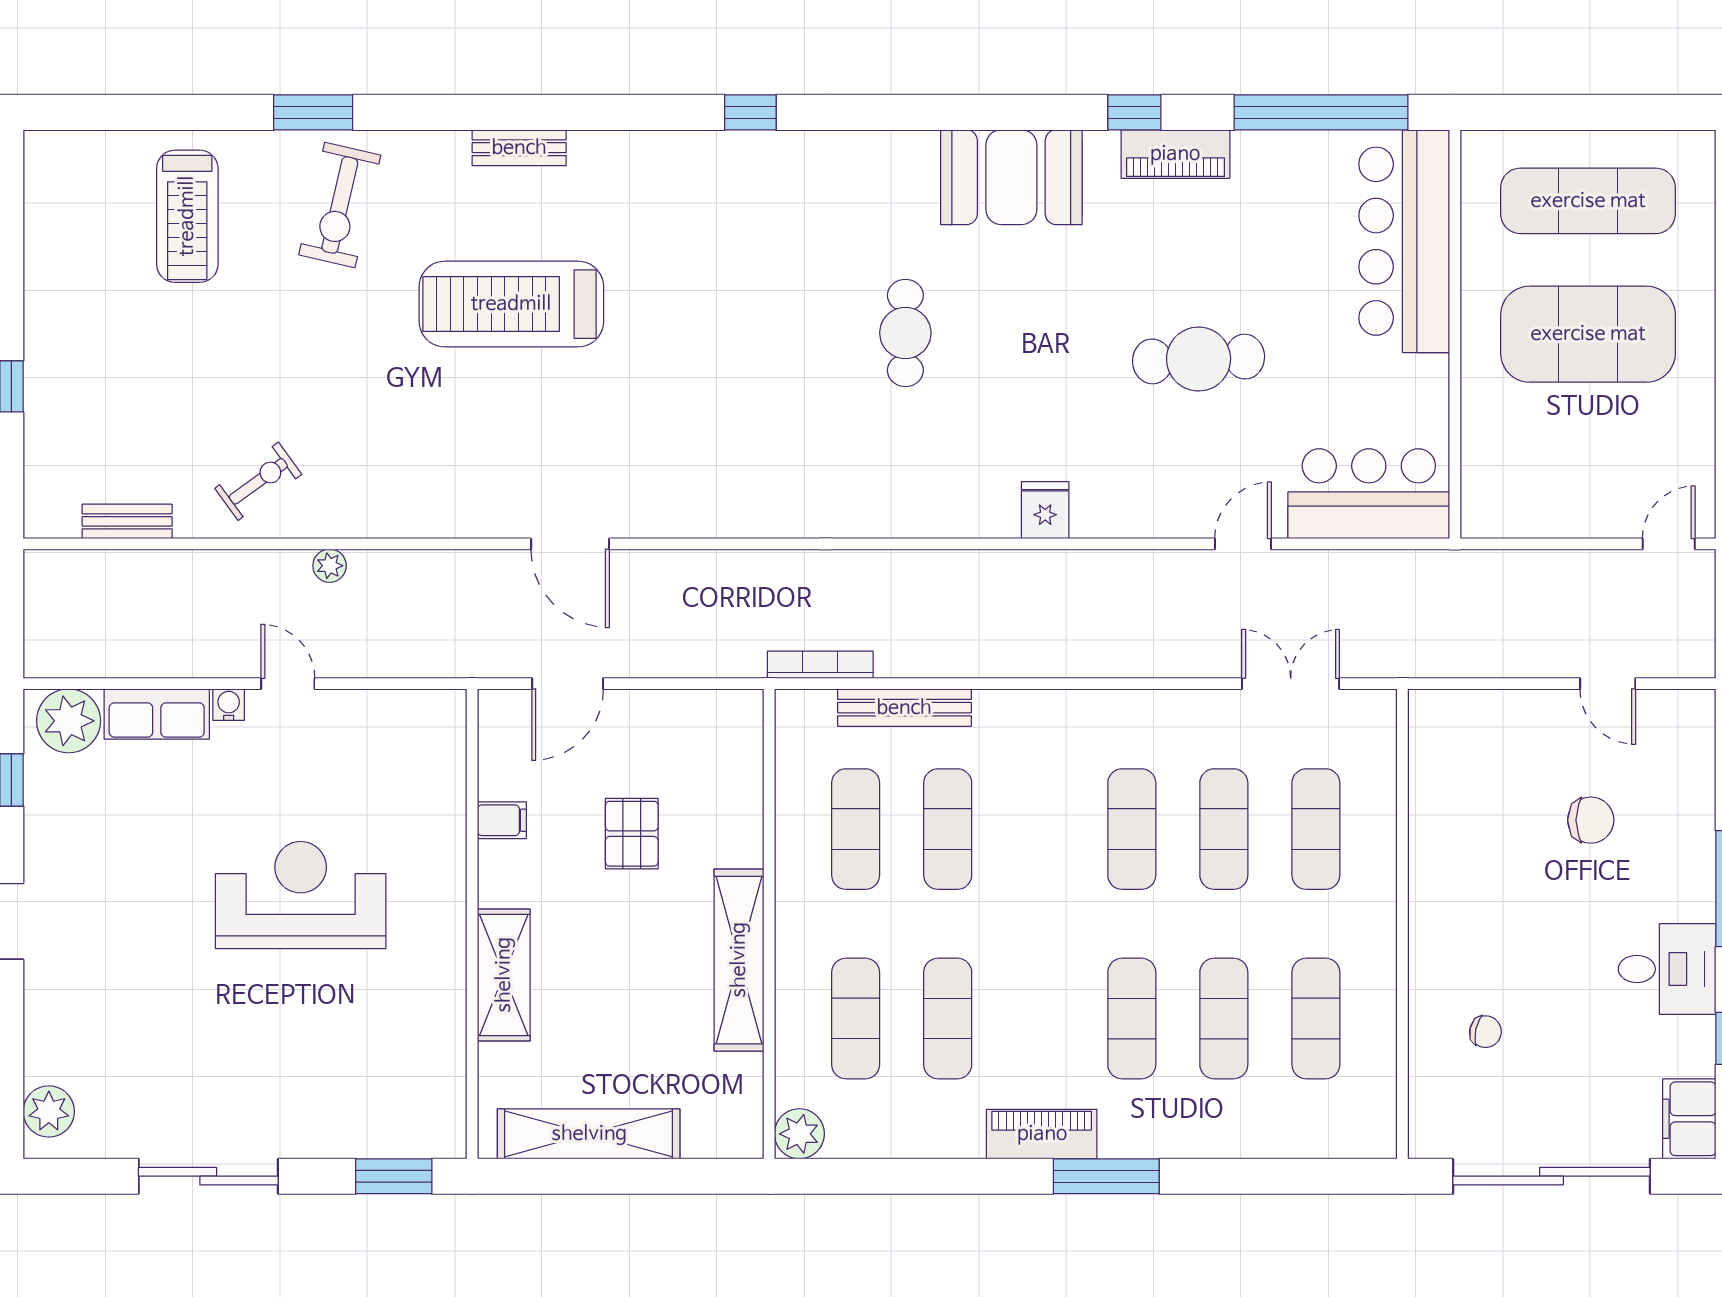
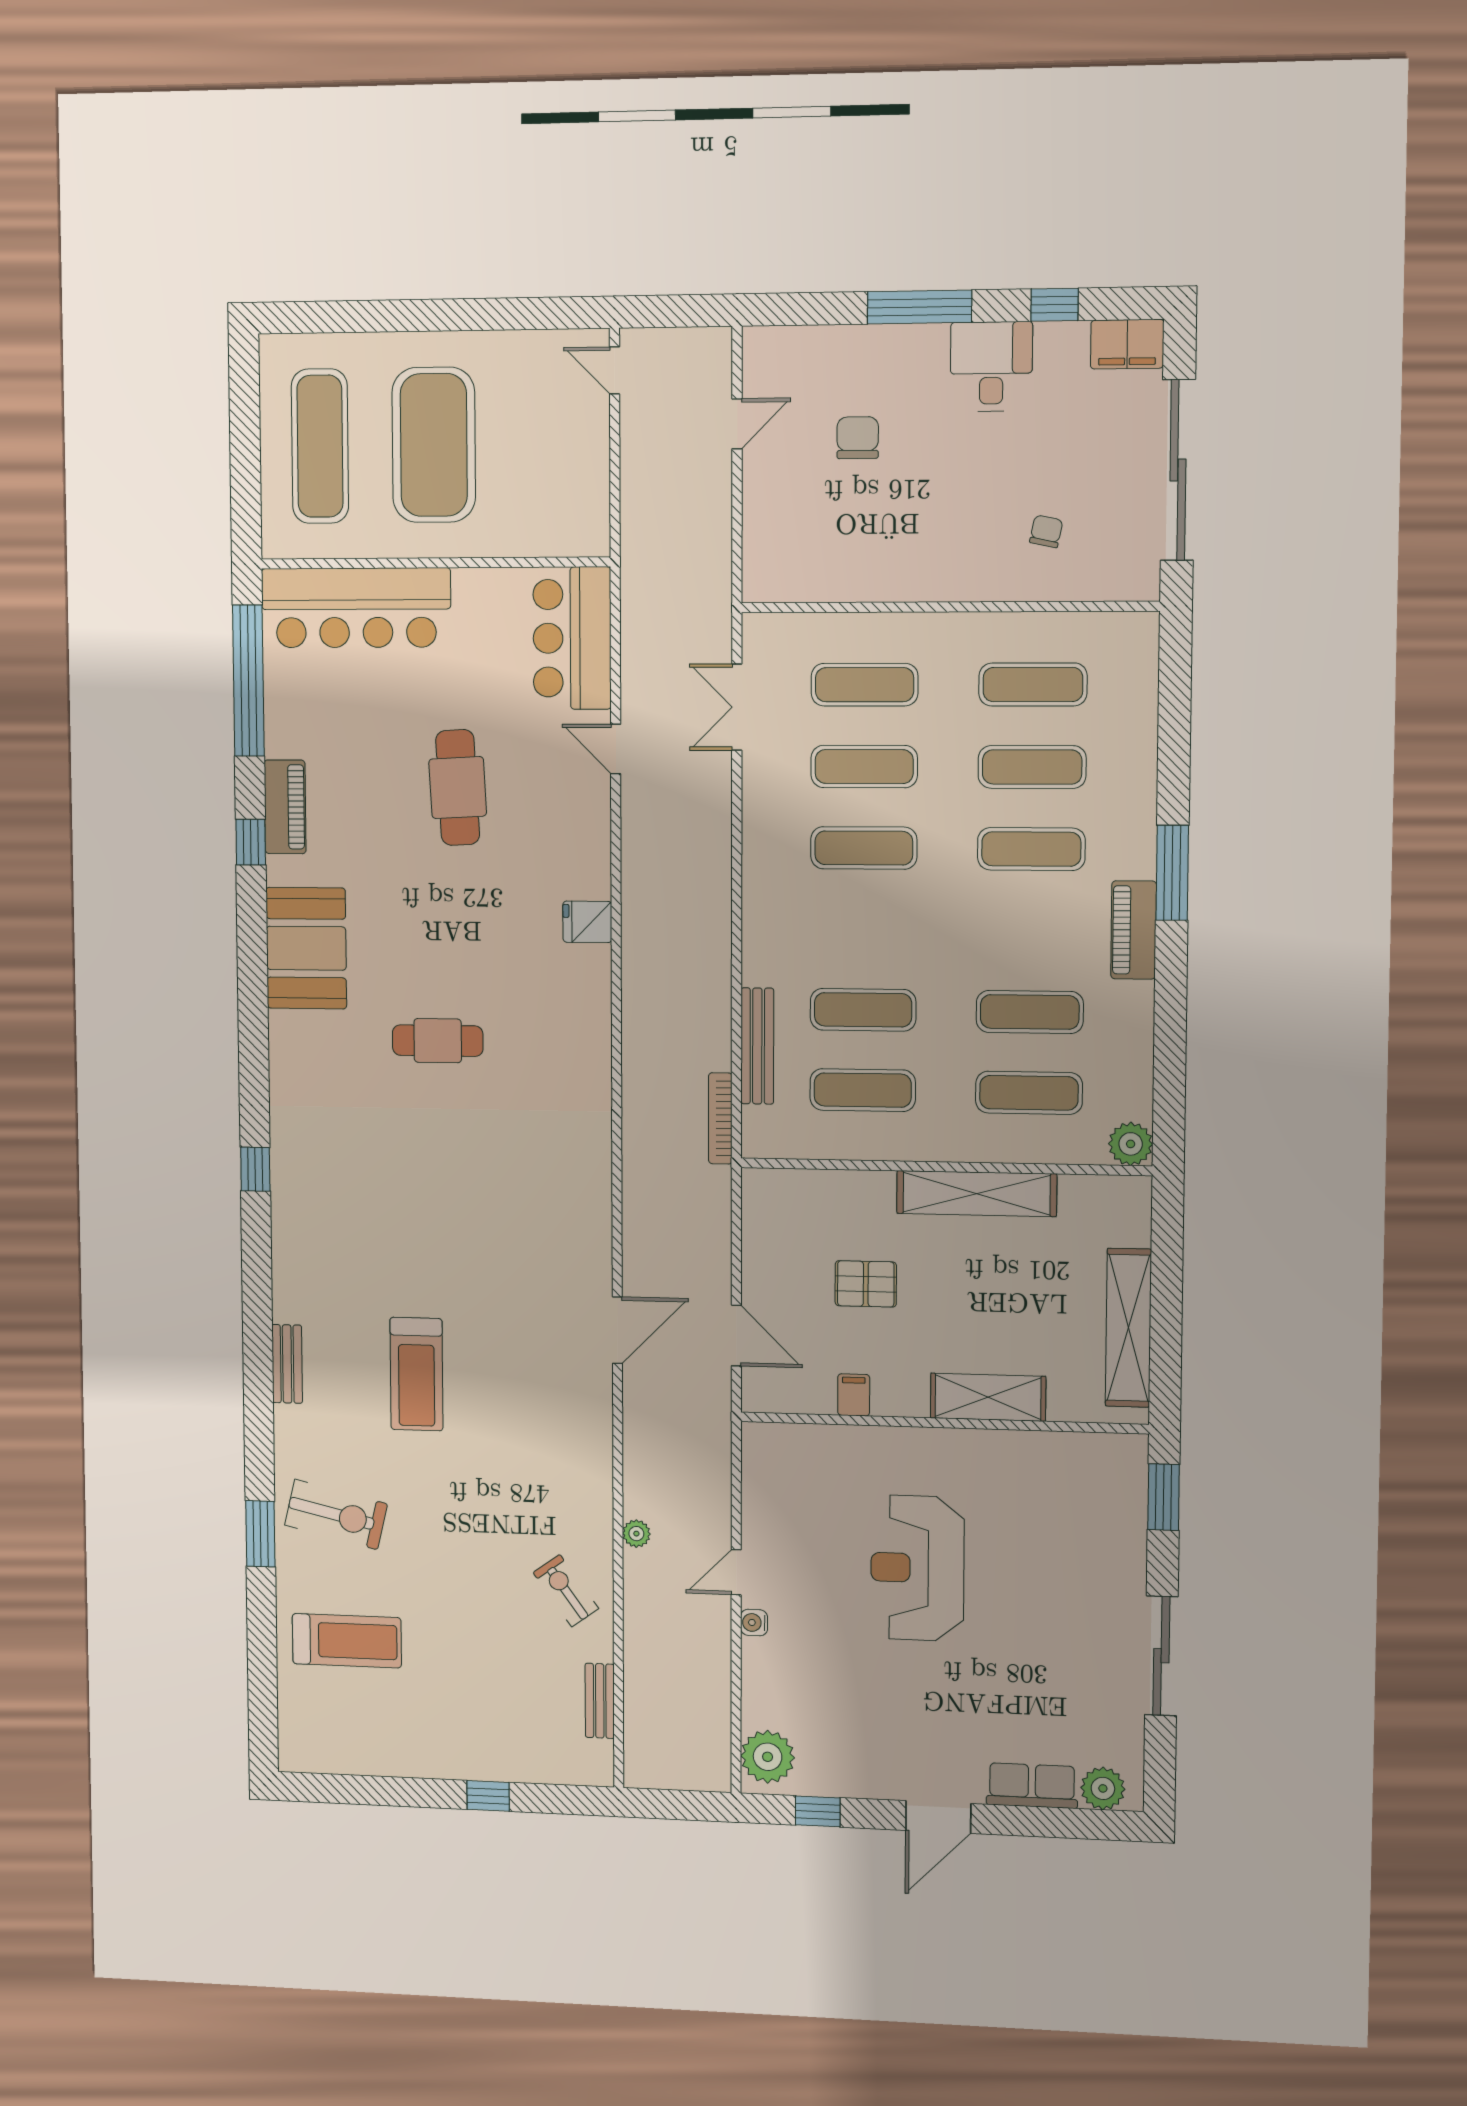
treadmill: (511, 304) -> (416, 1374), width x0.73, depth x0.73
row of seats: (157, 714) -> (1032, 1786), moved, turned -90

